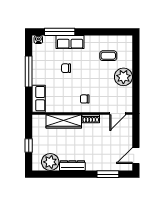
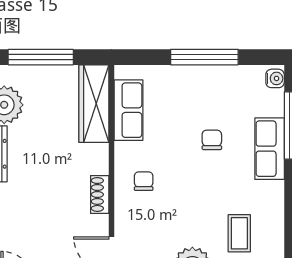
row of seats: (39, 99) -> (129, 110), moved, turned -90
wardrobe: (64, 121) -> (94, 104), moved
window: (29, 145) -> (41, 57), width x2.17

